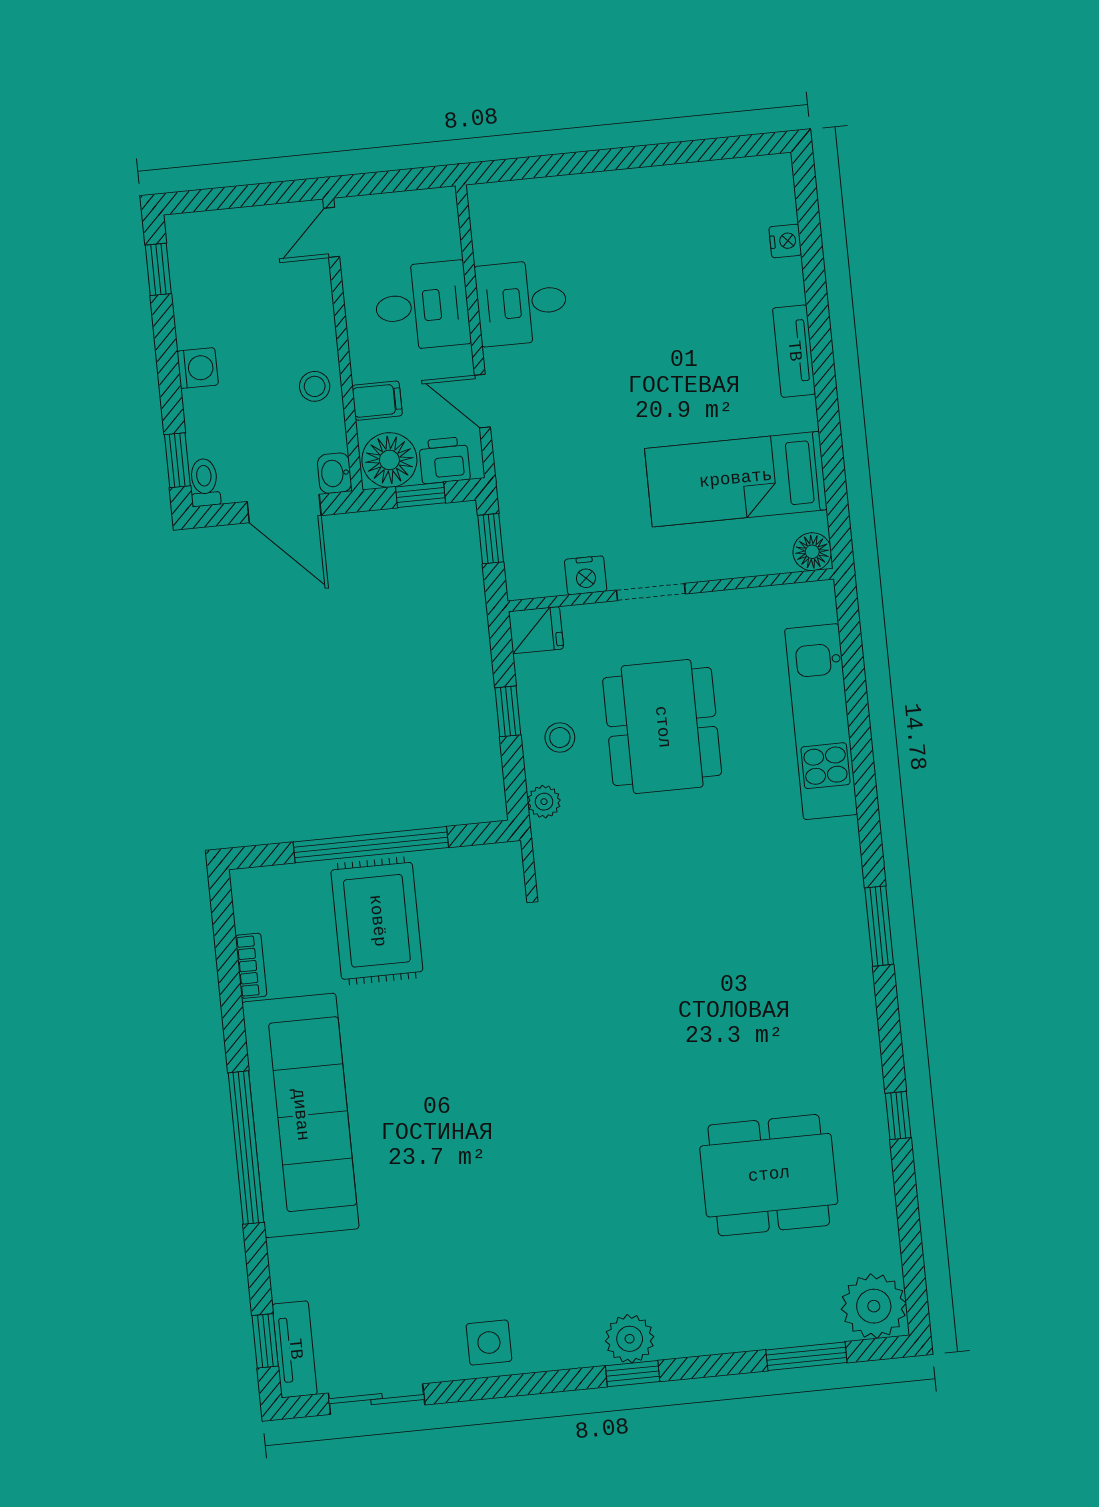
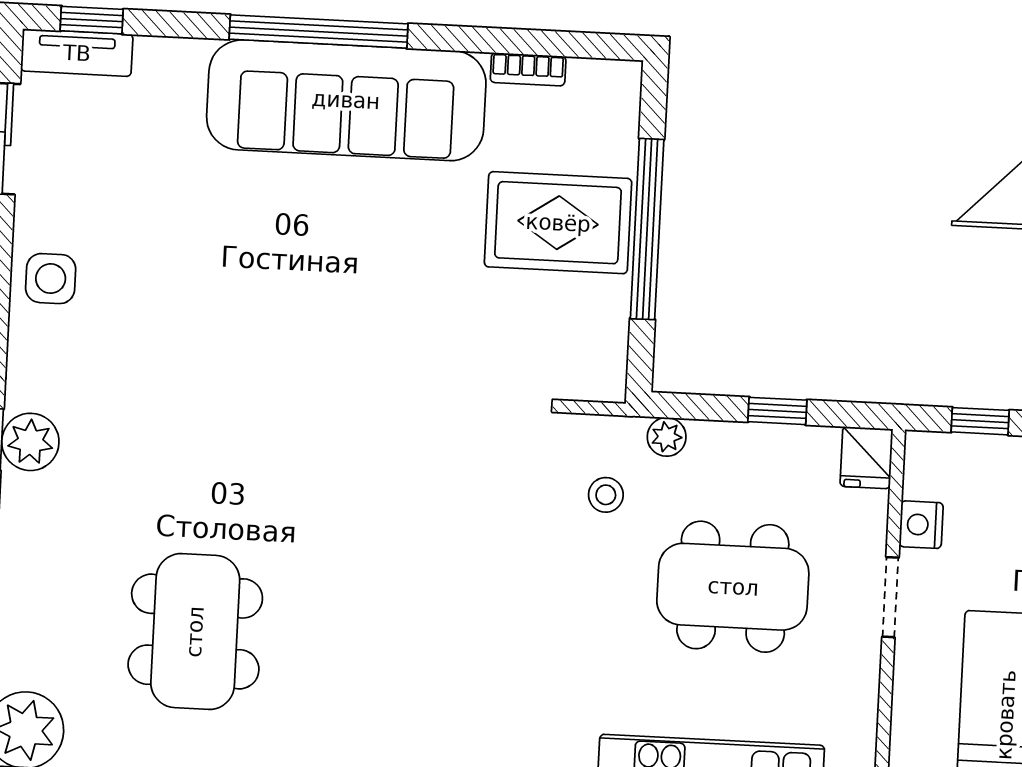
stool: (560, 737) -> (606, 495), moved

